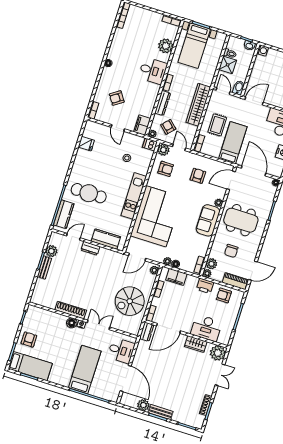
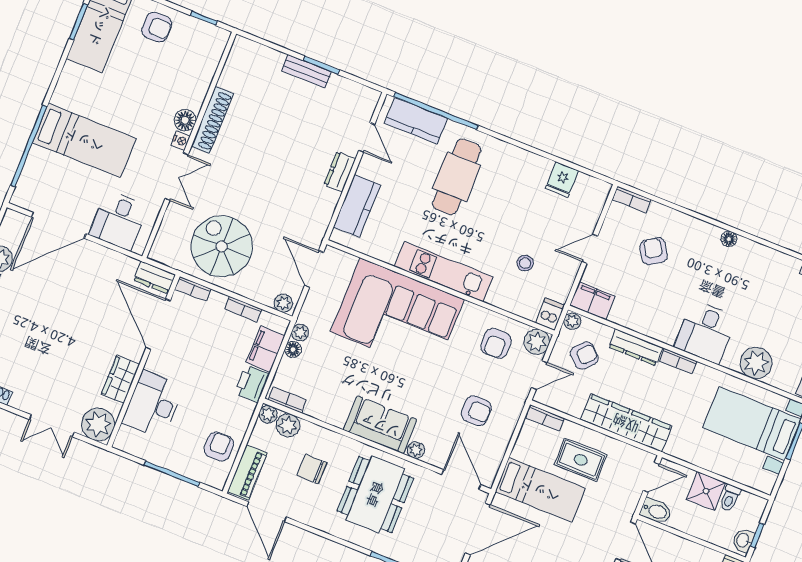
plant: (51, 251) -> (340, 89), removed
printer: (205, 286) -> (252, 384), moved

